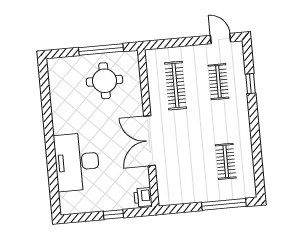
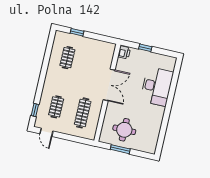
window: (101, 49) -> (120, 149), width x0.69
window: (251, 84) -> (35, 110), moved
window: (224, 204) -> (77, 32), width x0.46

